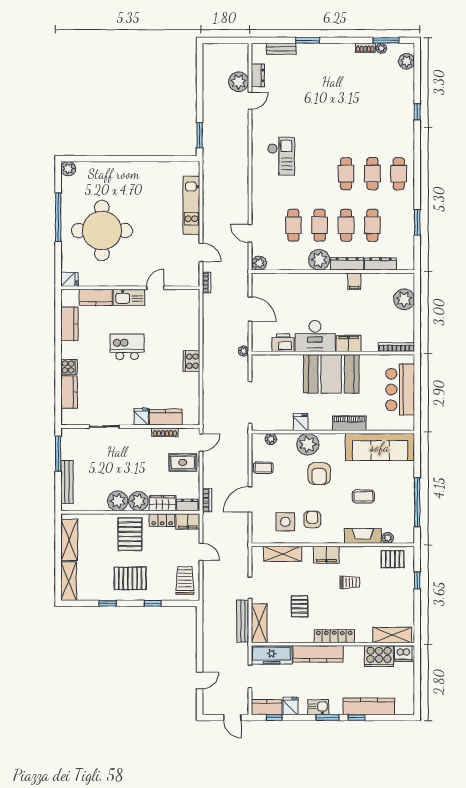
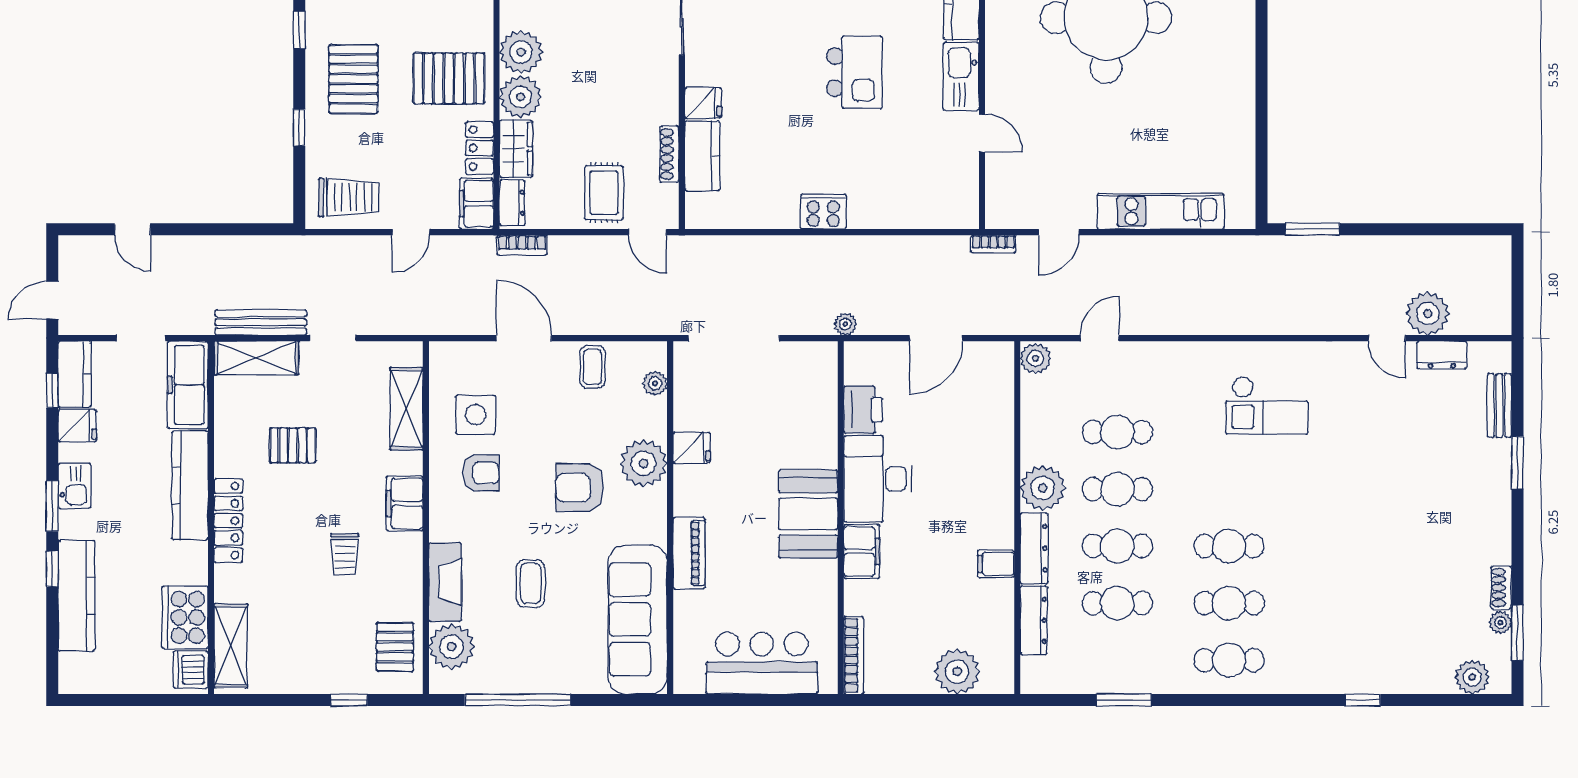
booth: (331, 374) -> (808, 514), width x0.73, depth x0.70
plant: (388, 538) -> (451, 647), width x1.87, depth x1.87

